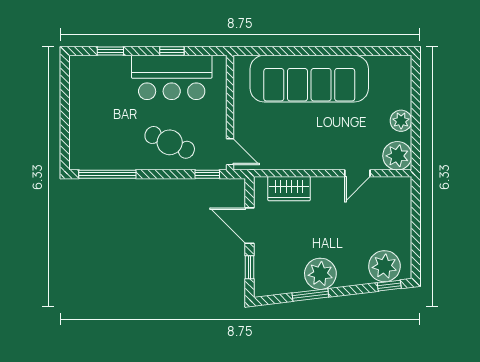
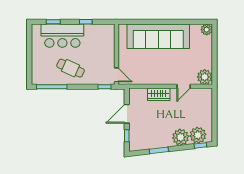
bar counter: (172, 77) -> (62, 36), moved
plant: (401, 121) -> (207, 30), moved
cafe table: (170, 142) -> (71, 68), moved
wardrobe: (289, 189) -> (159, 94), moved
door: (249, 226) -> (127, 114), hinge flipped
plant: (320, 274) -> (181, 137), moved

